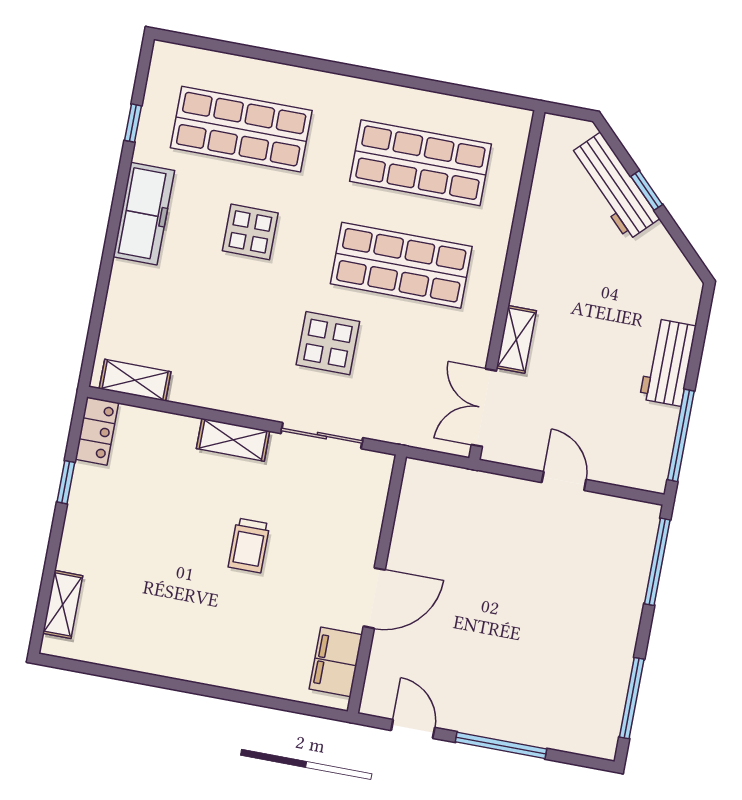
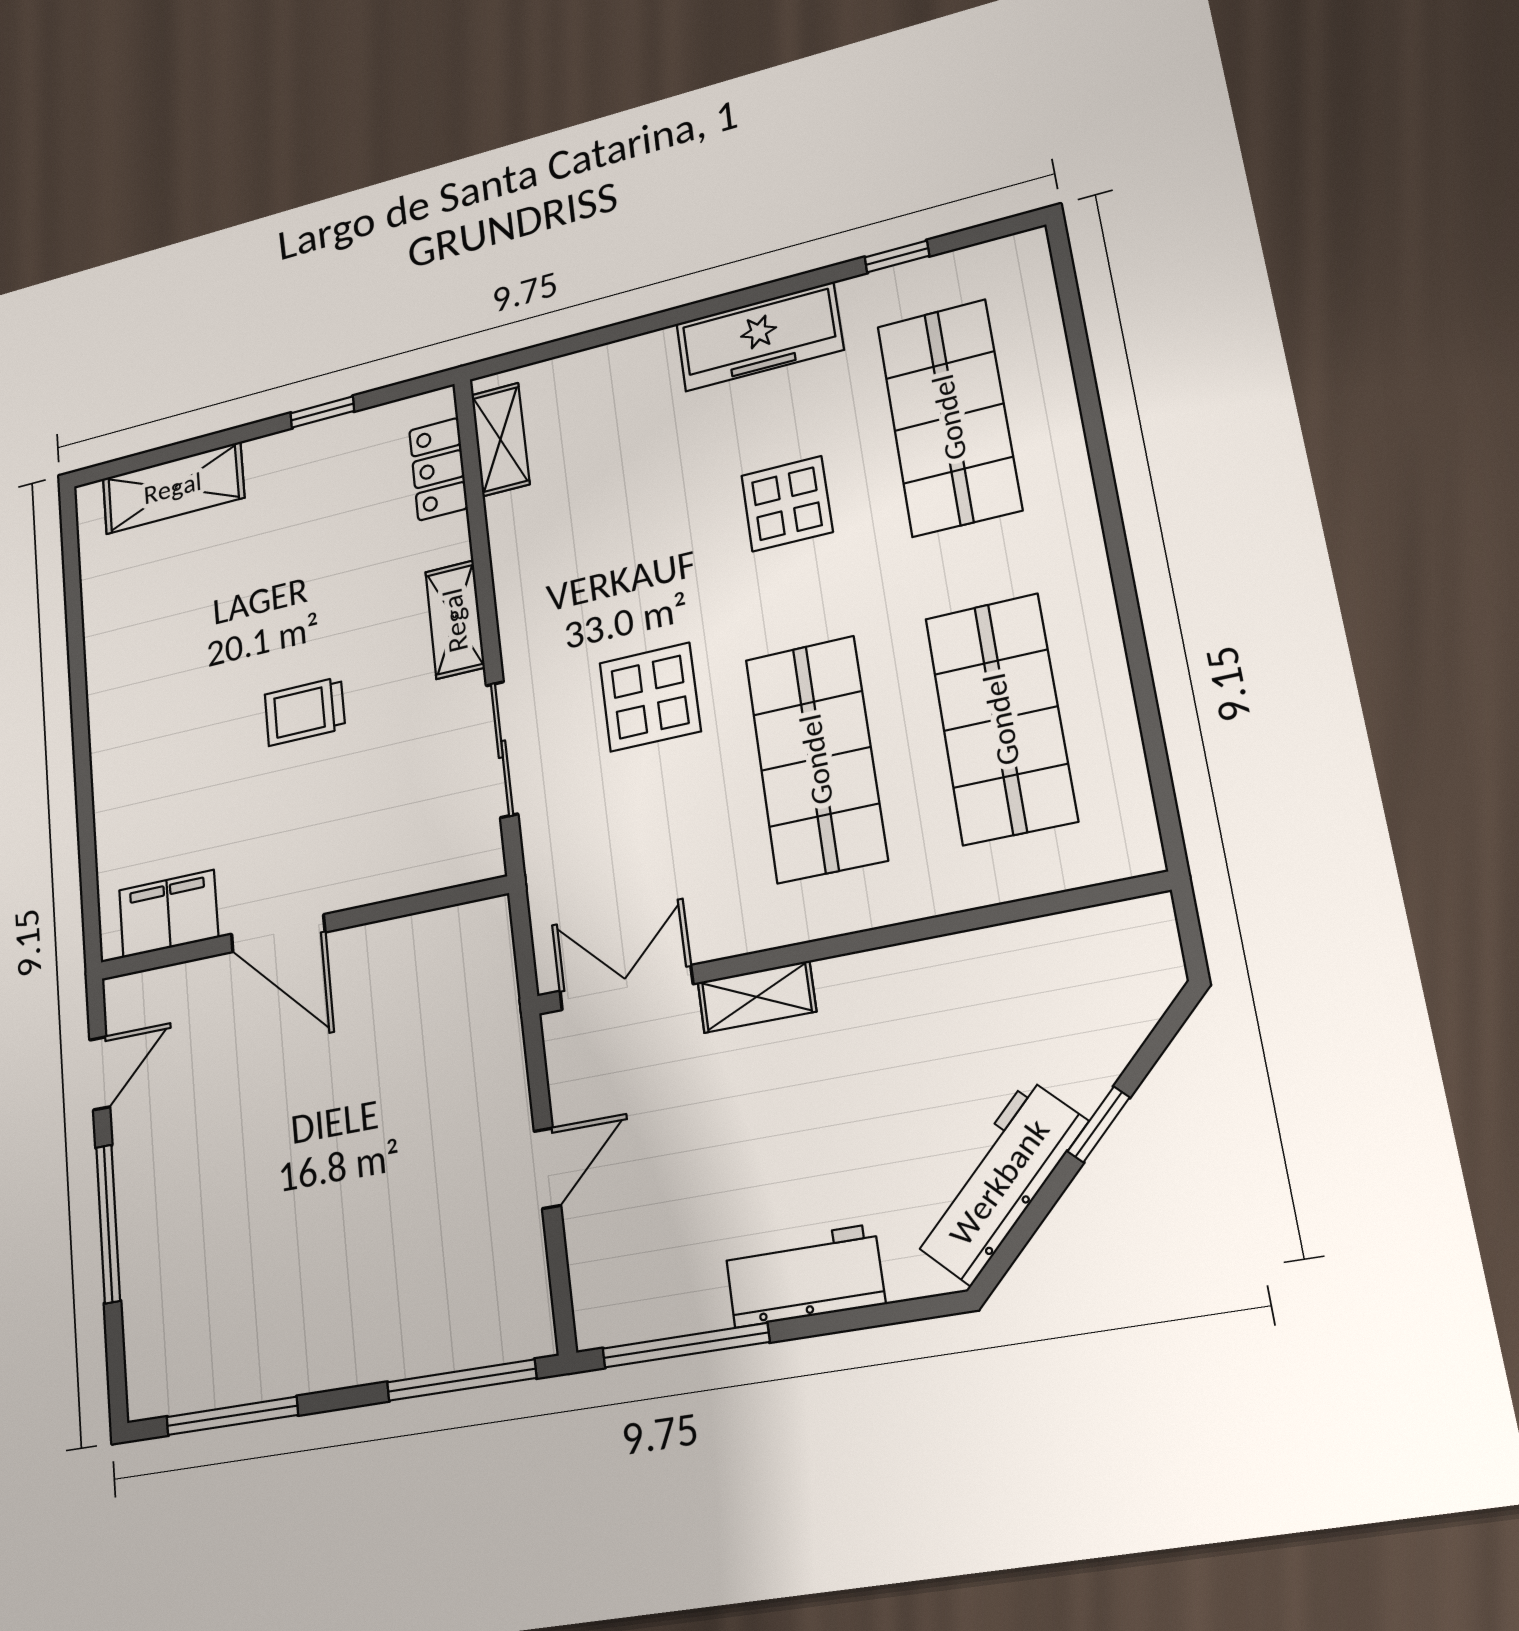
workbench: (614, 186) -> (999, 1182), moved
locker: (97, 431) -> (438, 469), moved, turned 90
shelving: (63, 604) -> (173, 488), width x1.50, depth x1.33

